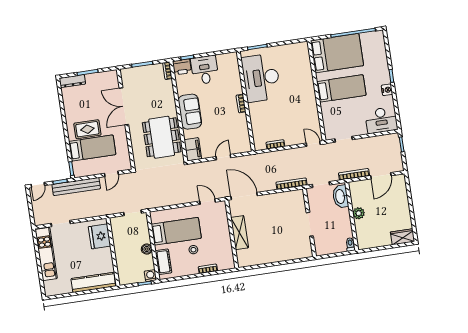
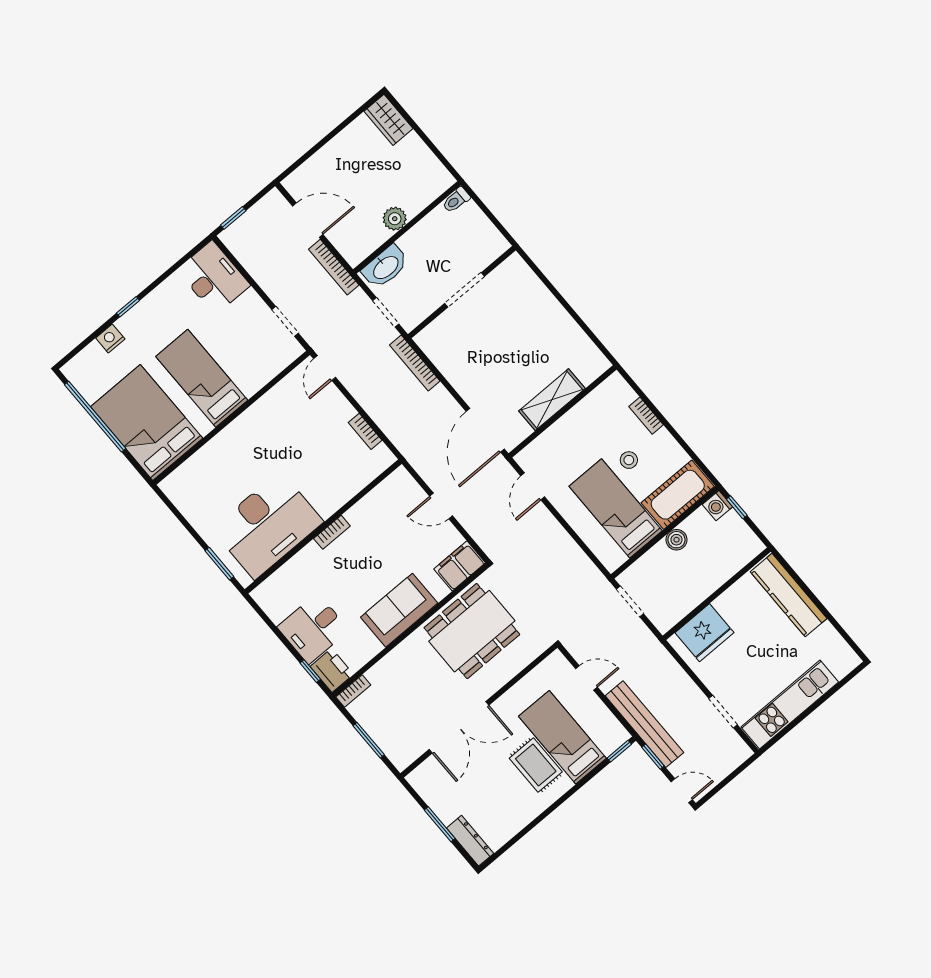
nightstand: (387, 90) -> (110, 338), moved
cot: (163, 262) -> (678, 495), width x1.37, depth x1.34

